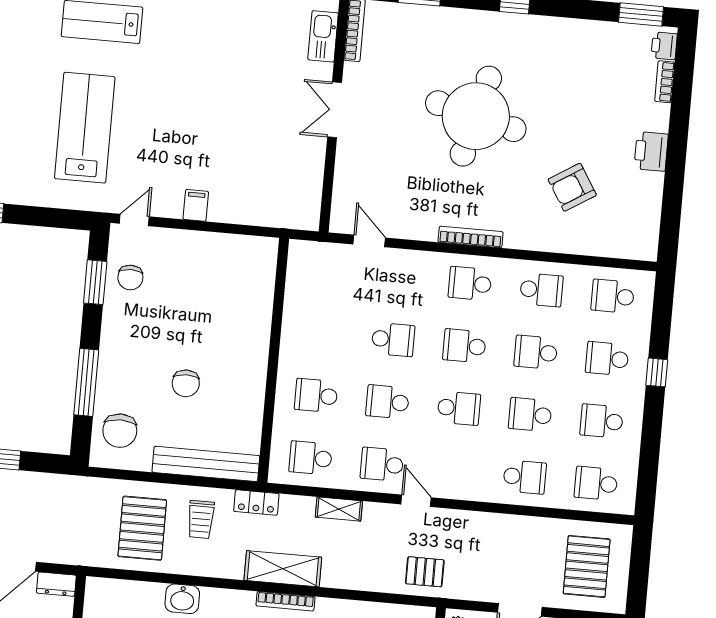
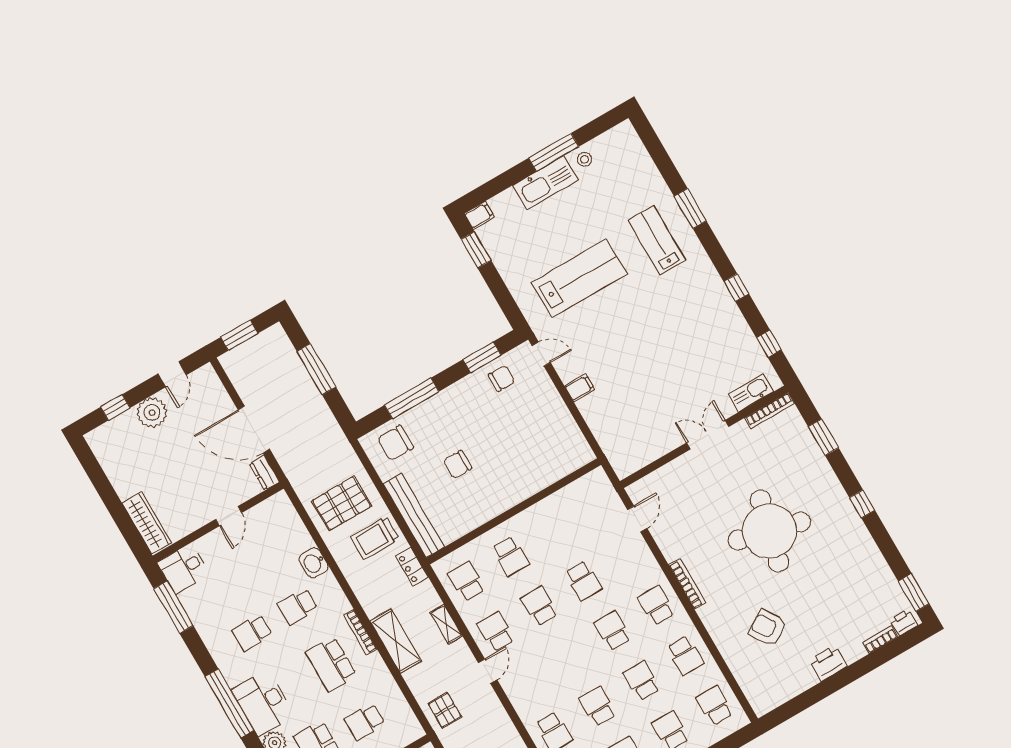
chair: (130, 277) -> (501, 378), turned 180
school desk: (316, 396) -> (510, 556), turned 180
school desk: (459, 408) -> (569, 656), removed
trolley: (201, 519) -> (375, 538), width x1.36, depth x1.39
shelving: (283, 569) -> (396, 641), moved

